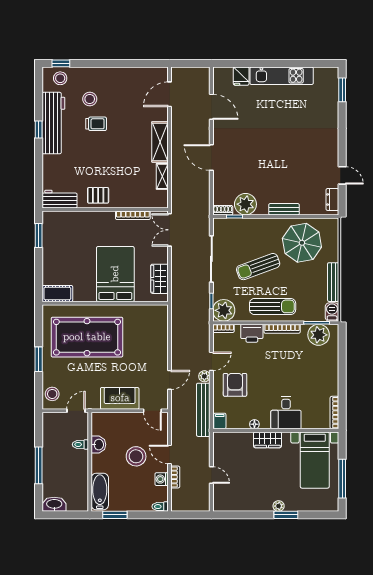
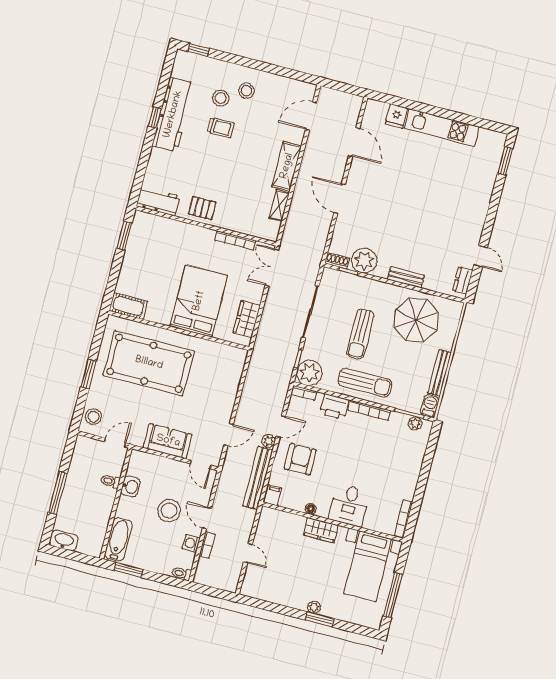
stool: (60, 78) -> (246, 91), moved
sun lounger: (258, 267) -> (360, 334), turned -70
plant: (319, 335) -> (415, 423), width x0.53, depth x0.53

